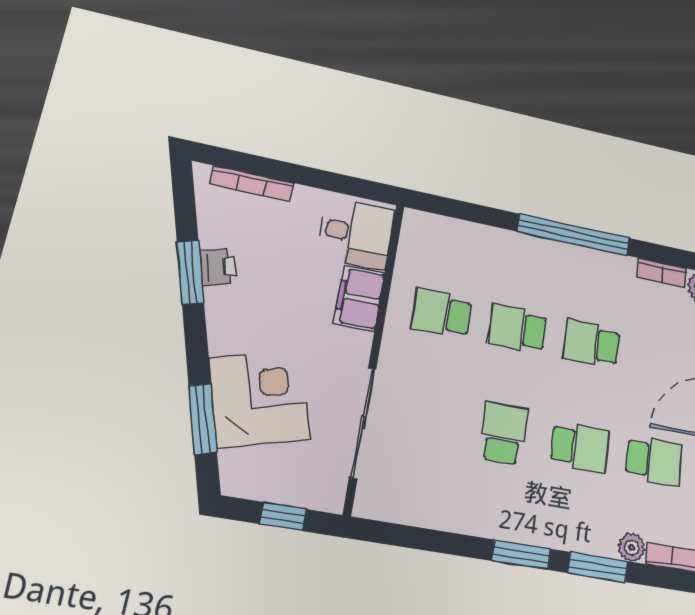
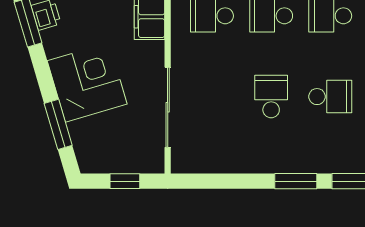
corner desk: (260, 398) -> (87, 82), moved

